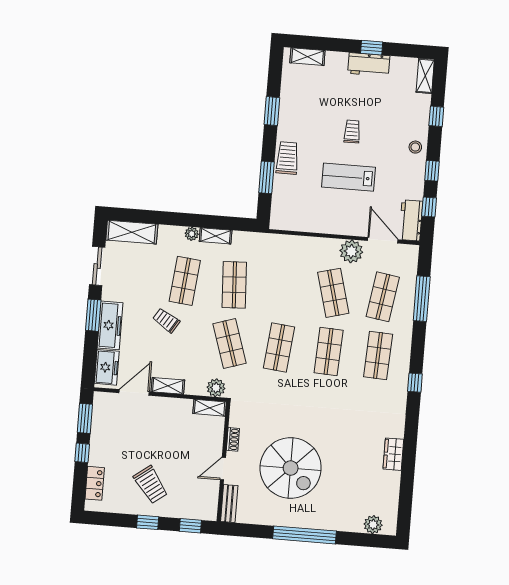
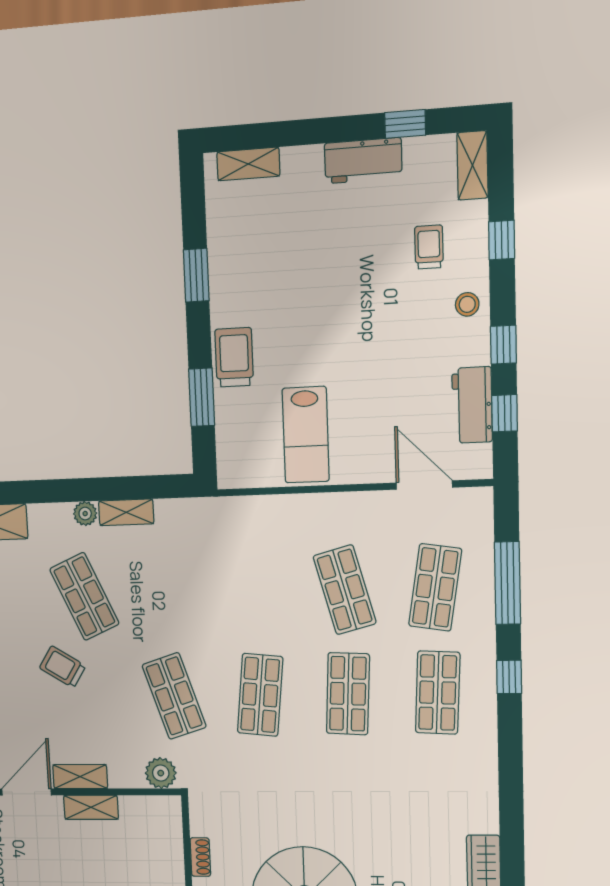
window: (372, 48) -> (405, 124), moved
trolley: (352, 132) -> (429, 247), moved
lab bench: (349, 177) -> (306, 435), moved, turned -90
workbench: (411, 220) -> (472, 405), moved
plant: (351, 251) -> (369, 512), removed
shop shelf: (185, 281) -> (84, 596), turned -30
shop shelf: (234, 285) -> (169, 594), removed
window: (415, 383) -> (509, 677), moved
shelving: (210, 408) -> (91, 807), moved

